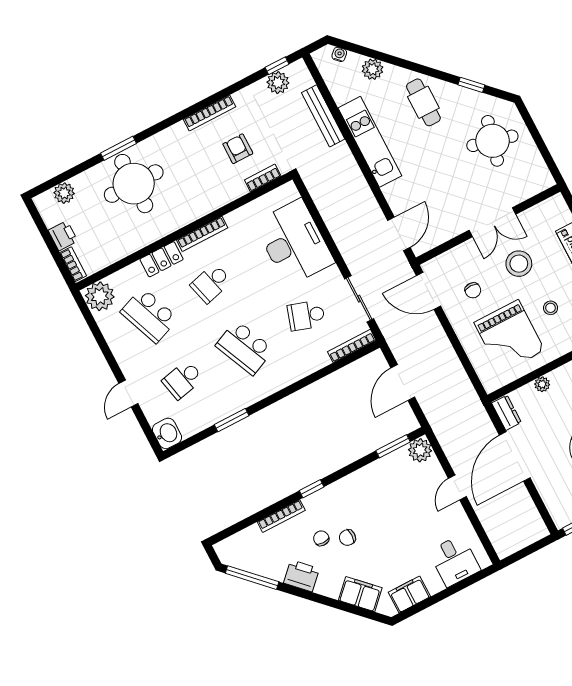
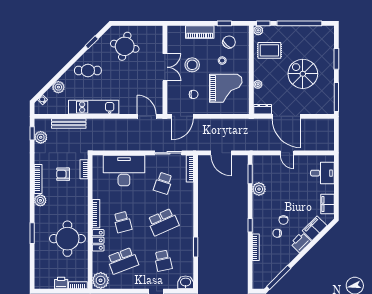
round table: (134, 184) -> (67, 239), moved
plant: (64, 193) -> (40, 200), moved
plant: (420, 450) -> (259, 189), moved
printer: (301, 576) -> (301, 242), moved

